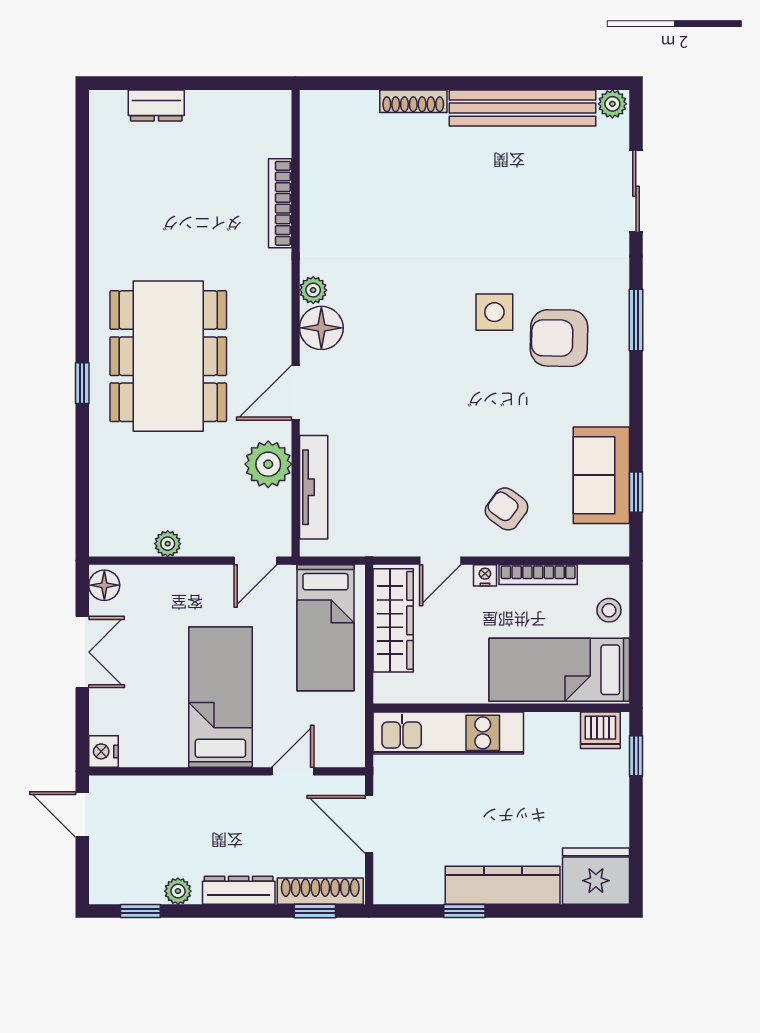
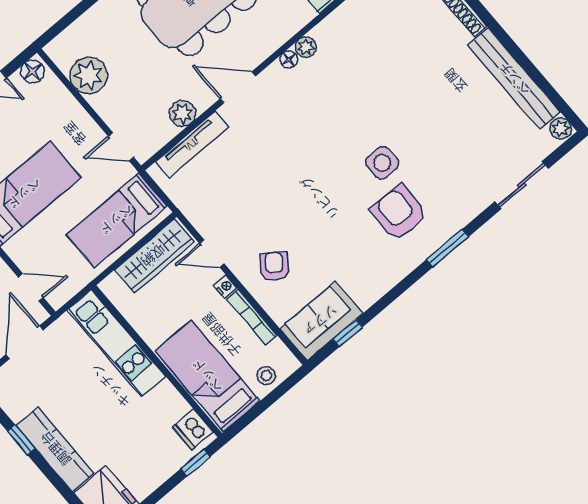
floor lamp: (321, 328) -> (289, 60), width x0.53, depth x0.53
plant: (268, 464) -> (182, 113), width x0.73, depth x0.73
sofa: (601, 475) -> (321, 321), moved
plant: (168, 544) -> (89, 76), width x1.88, depth x1.88
door: (293, 771) -> (31, 287), moved

